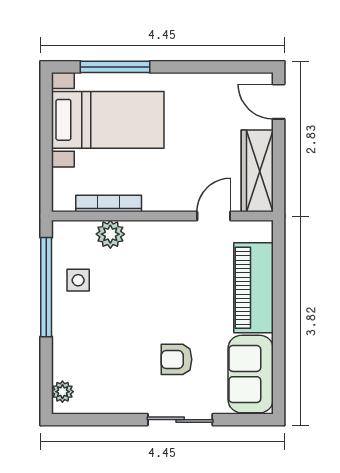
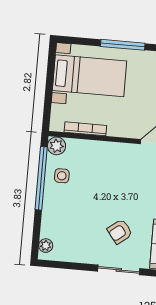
window: (115, 67) -> (123, 45), moved
plant: (110, 234) -> (57, 146), moved
armchair: (176, 359) -> (120, 232), turned -38

